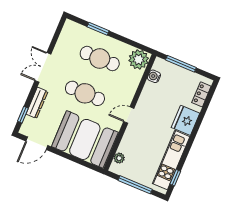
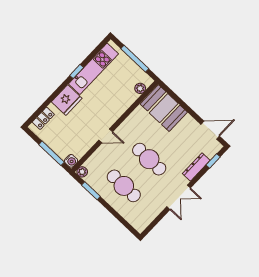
window: (98, 29) -> (91, 191), moved
plant: (139, 59) -> (82, 172), width x0.53, depth x0.53
water cooler: (154, 76) -> (71, 161), moved
door: (129, 115) -> (106, 136), moved
booth: (85, 139) -> (164, 108), width x0.73, depth x0.70
window: (175, 178) -> (77, 71), moved

